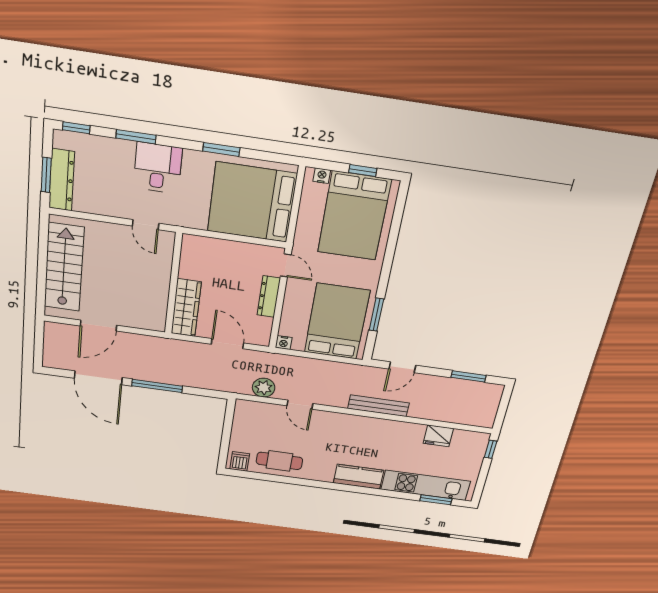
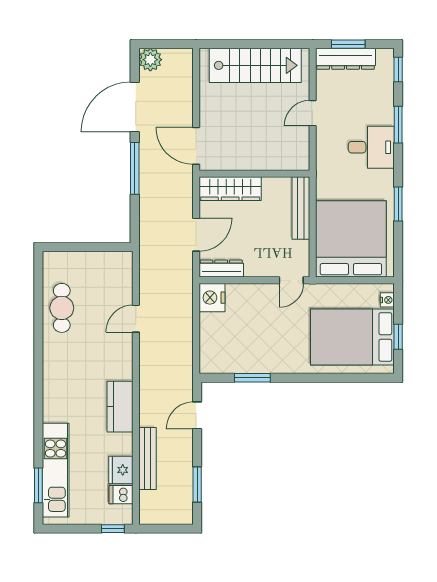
door: (146, 225) -> (313, 113), moved
bench: (214, 246) -> (301, 208), added
dresser: (269, 297) -> (221, 269), moved
bed: (337, 321) -> (238, 340), removed
door: (98, 326) -> (196, 146), moved
nightstand: (284, 343) -> (212, 298), width x1.89, depth x1.79
door: (402, 367) -> (197, 415), hinge flipped
plant: (264, 388) -> (150, 60), moved
bench: (378, 406) -> (147, 459), moved
dishwasher: (240, 461) -> (121, 495), moved, turned 180
kitchen counter: (359, 477) -> (120, 407), moved, turned 180

